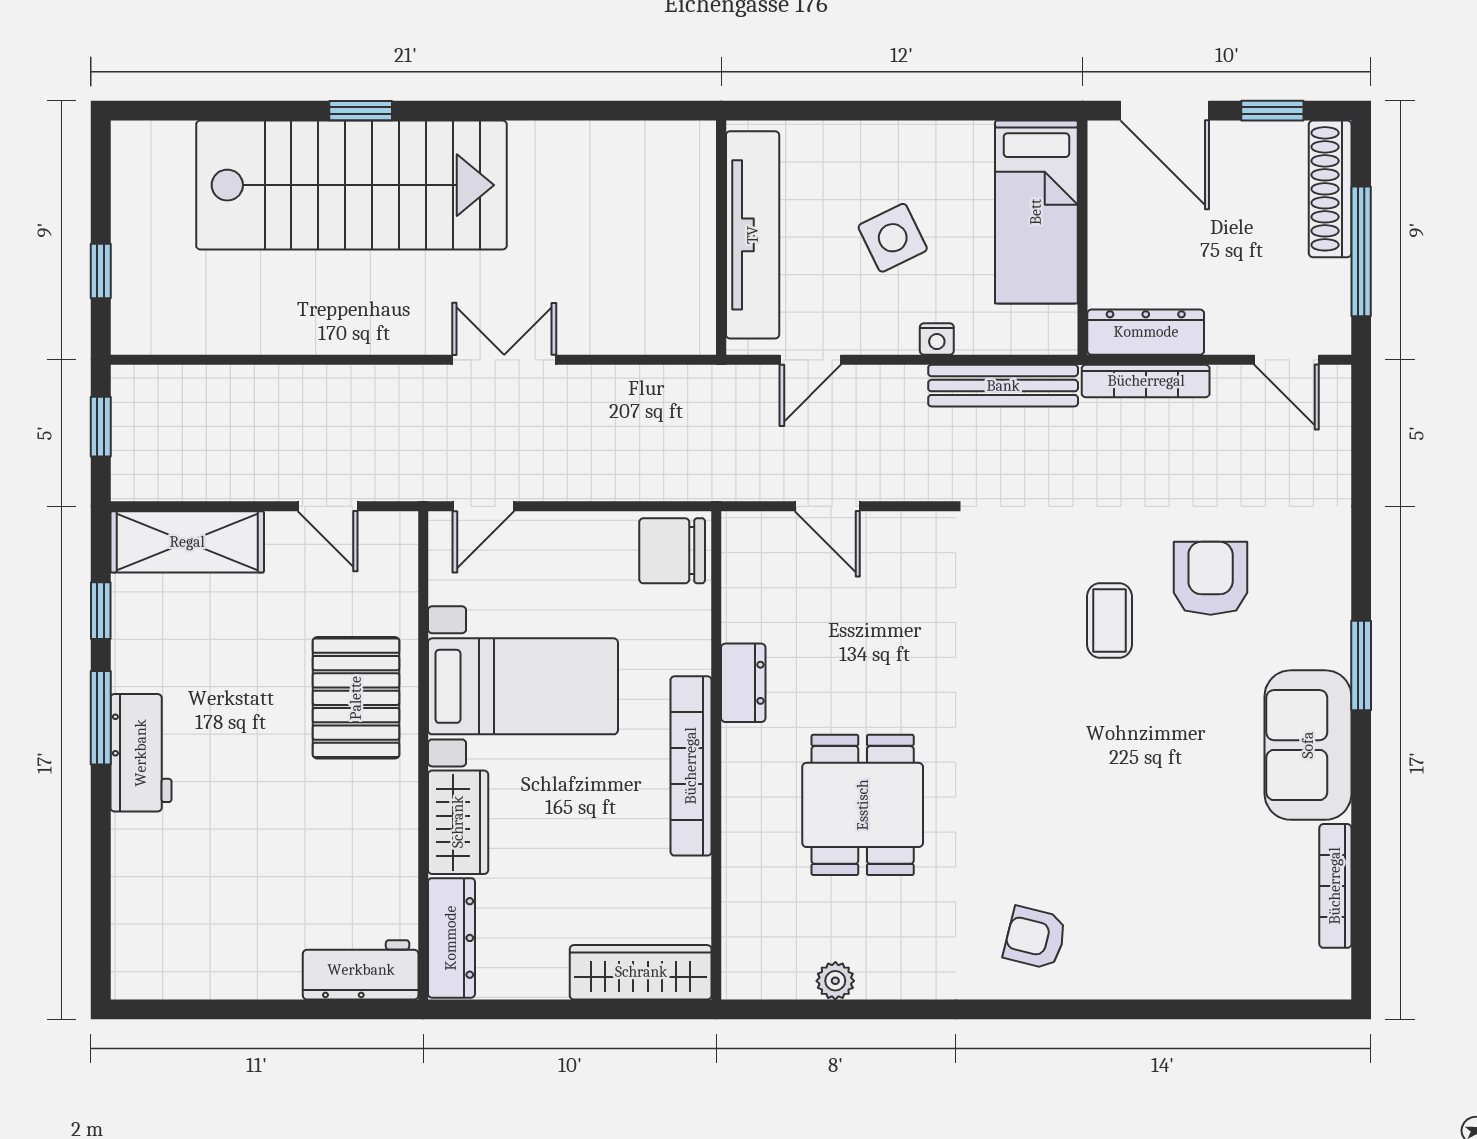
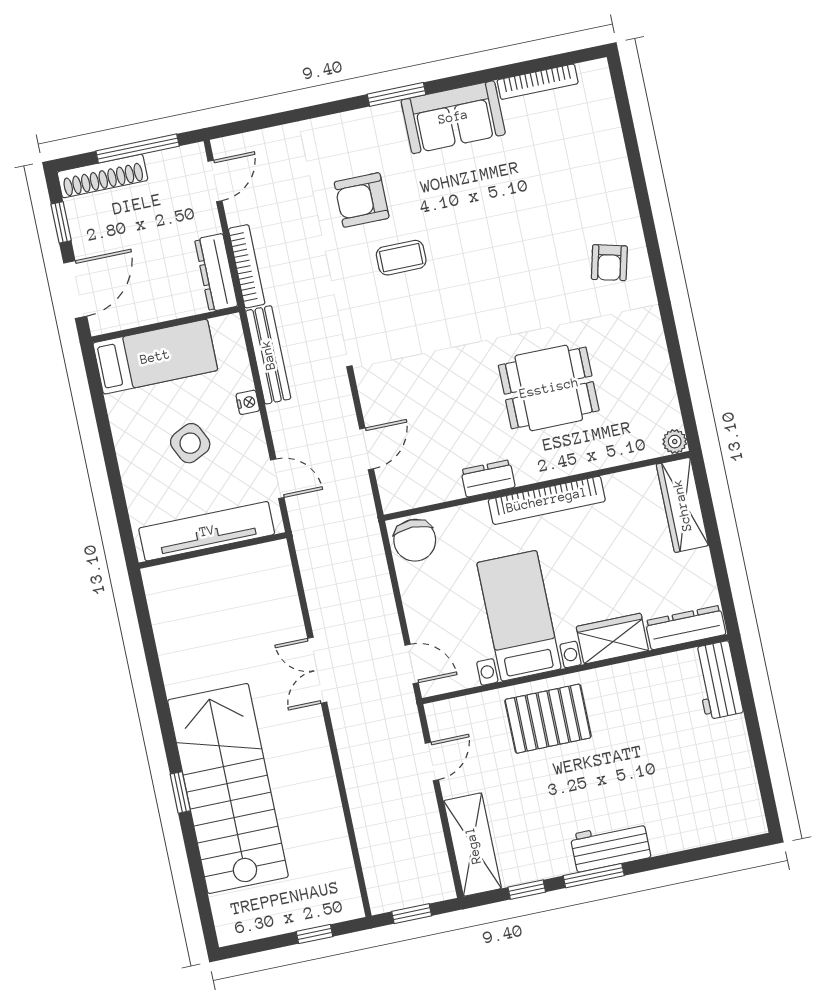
plant: (835, 981) -> (675, 442), moved

